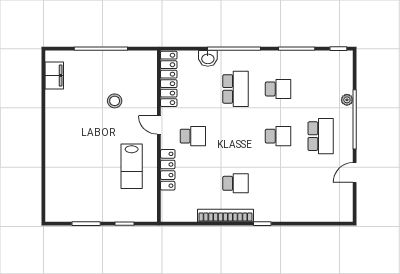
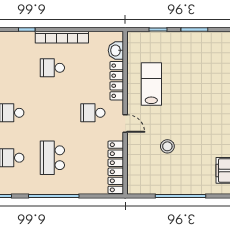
washbasin: (208, 58) -> (116, 50), moved, turned -90

